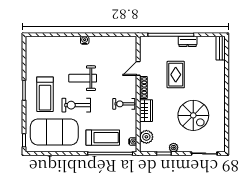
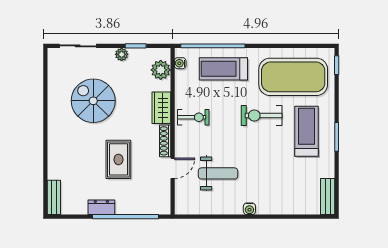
bench: (30, 49) -> (328, 197), added
weight bench: (83, 78) -> (218, 173), moved
exercise bike: (76, 105) -> (262, 115), turned 180

